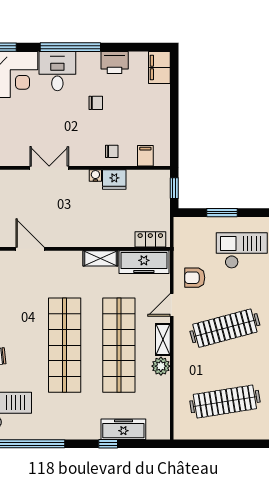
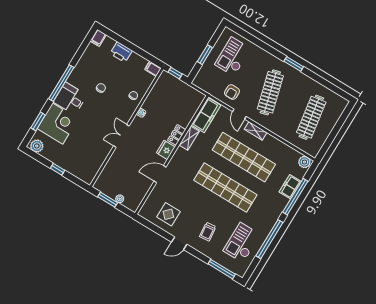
printer: (115, 63) -> (121, 52), moved, turned 90
filing cabinet: (159, 67) -> (98, 38), width x0.50
filing cabinet: (145, 156) -> (153, 69), moved
fridge: (114, 180) -> (166, 150), moved, turned 180
locker: (150, 239) -> (177, 135), moved
plant: (161, 366) -> (304, 162), moved
freezer: (123, 429) -> (290, 187), width x0.71
window: (108, 444) -> (295, 197), width x3.17

